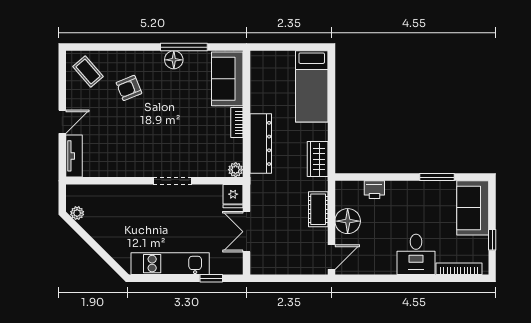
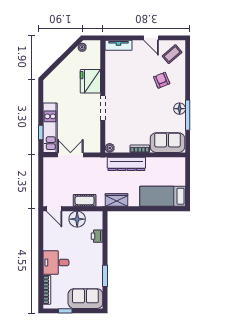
door: (62, 122) -> (151, 38), moved
fridge: (233, 196) -> (90, 81), moved, width x1.88, depth x1.34
kitchen unit: (170, 264) -> (50, 128), moved

